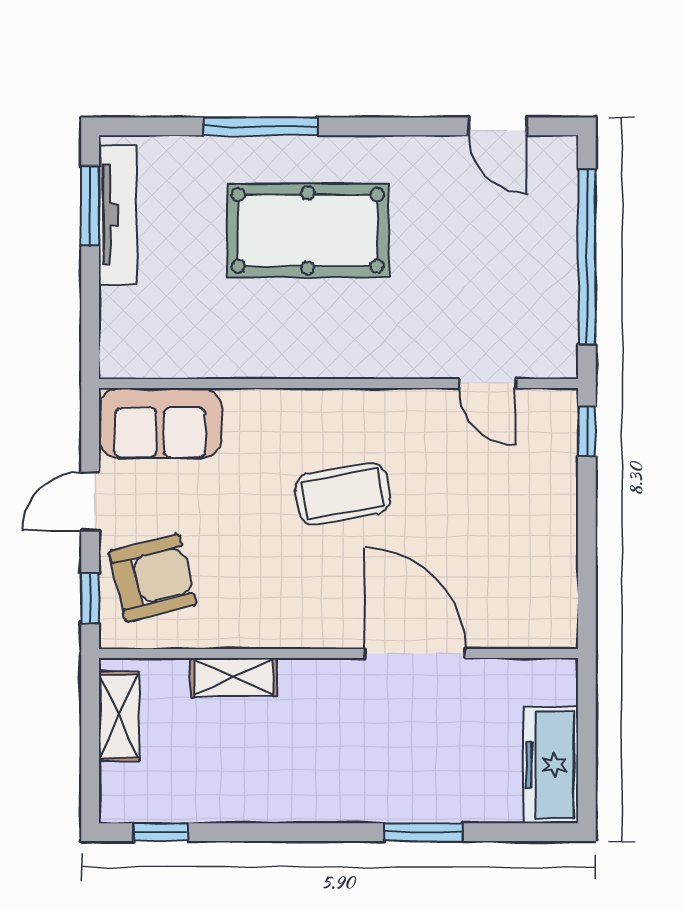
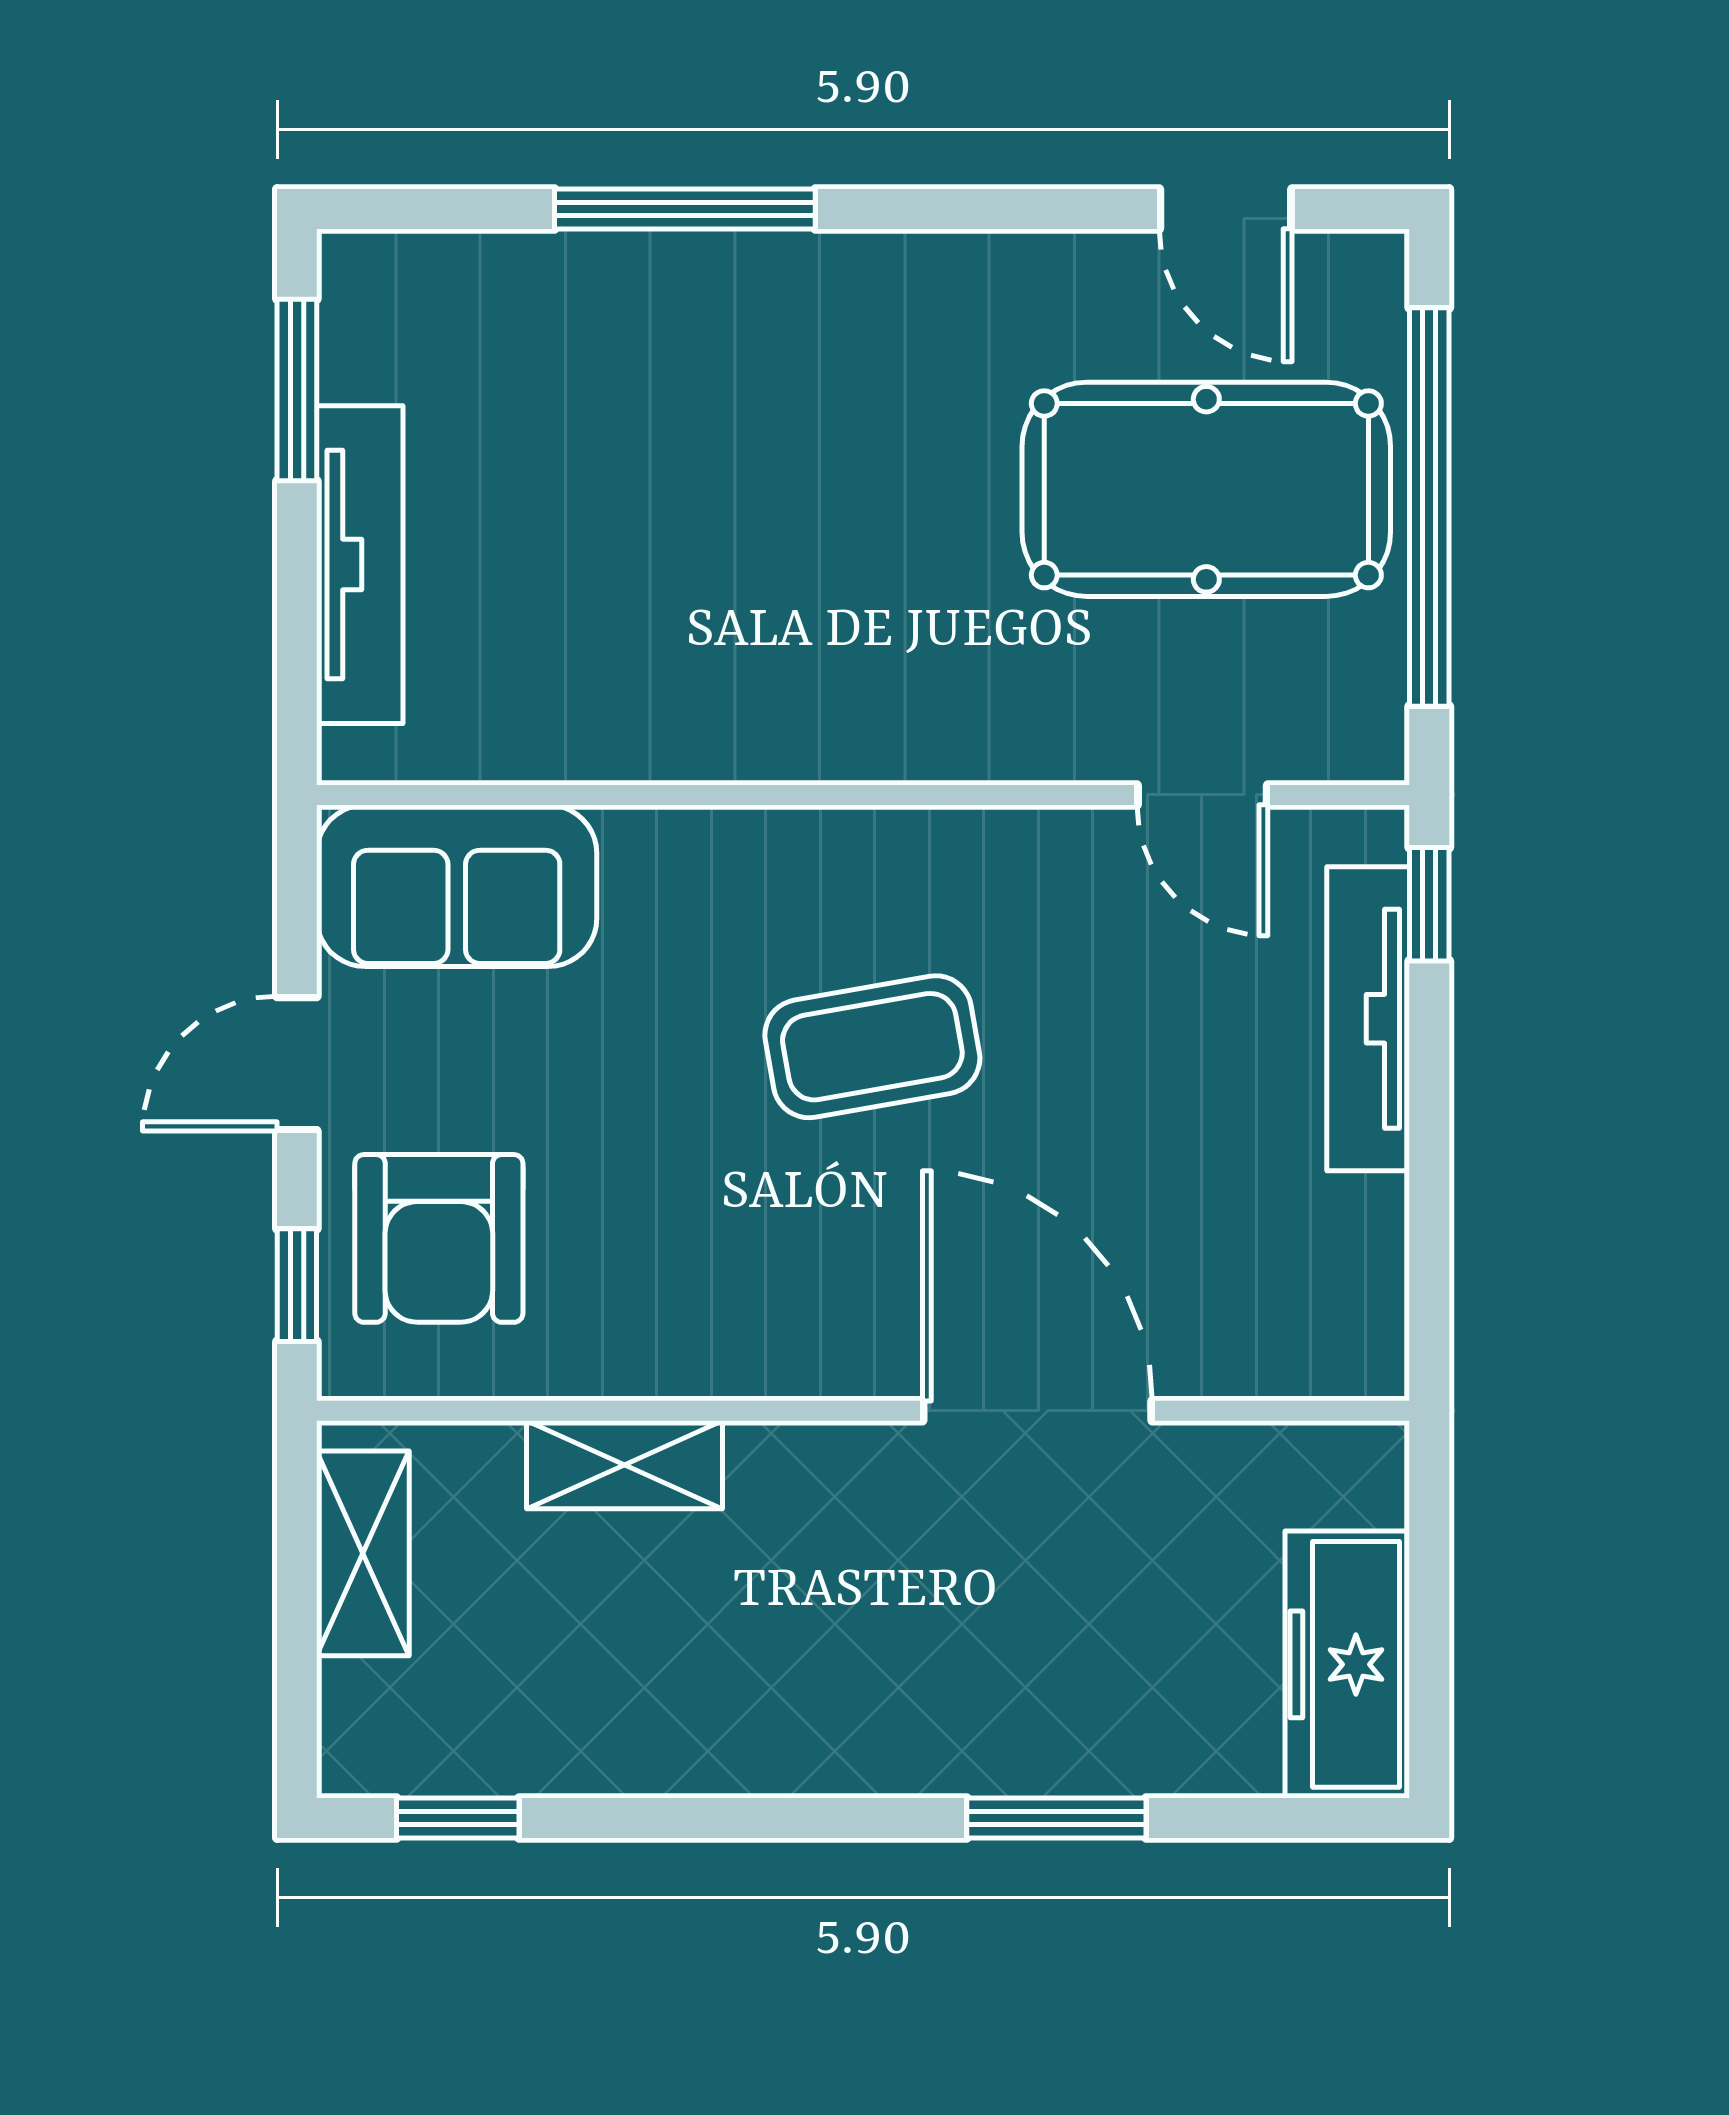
tv unit: (118, 215) -> (360, 565), moved
pool table: (308, 230) -> (1206, 489), moved
tv unit: (560, 482) -> (1368, 1019), added
armchair: (152, 578) -> (439, 1238), turned 104

